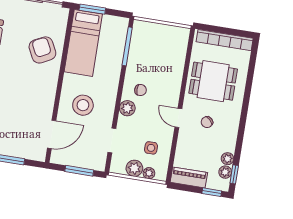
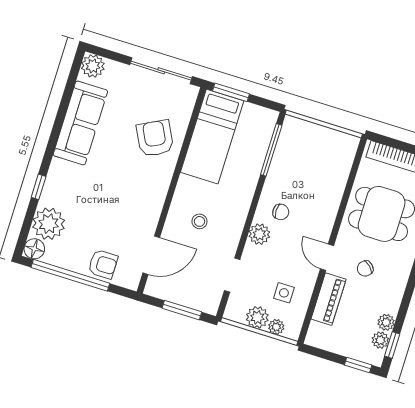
stool: (83, 105) -> (199, 221), width x0.53, depth x0.53
armchair: (18, 146) -> (103, 264), added
piano: (189, 177) -> (329, 299), moved, turned 90

